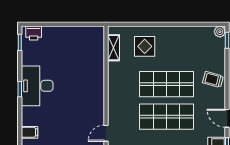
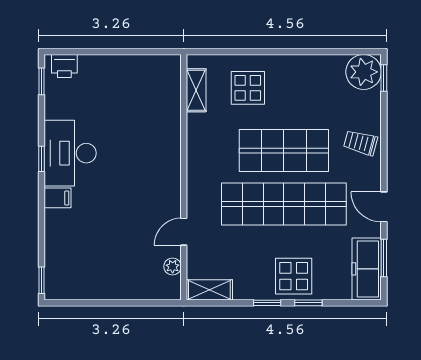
plant: (220, 32) -> (364, 72), width x1.87, depth x1.87
shop shelf: (167, 117) -> (284, 204), width x1.40
filing cabinet: (30, 132) -> (58, 198), moved

